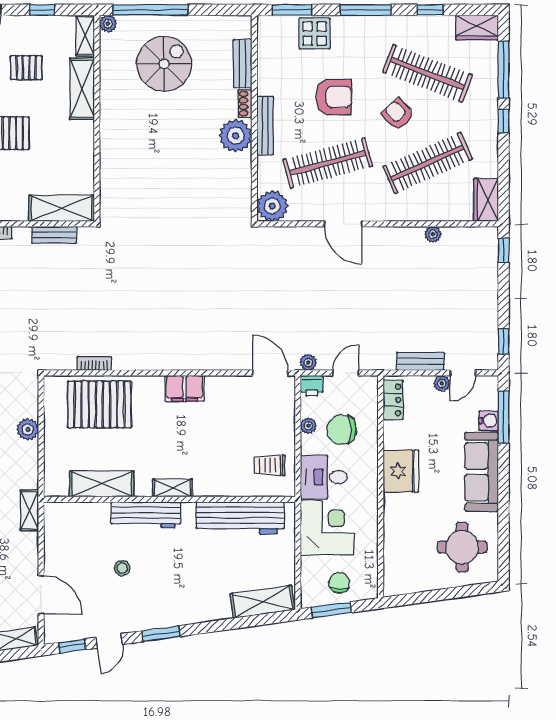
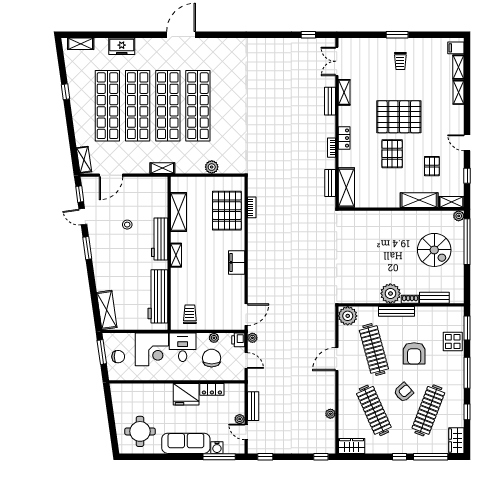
locker: (393, 400) -> (212, 389), moved

